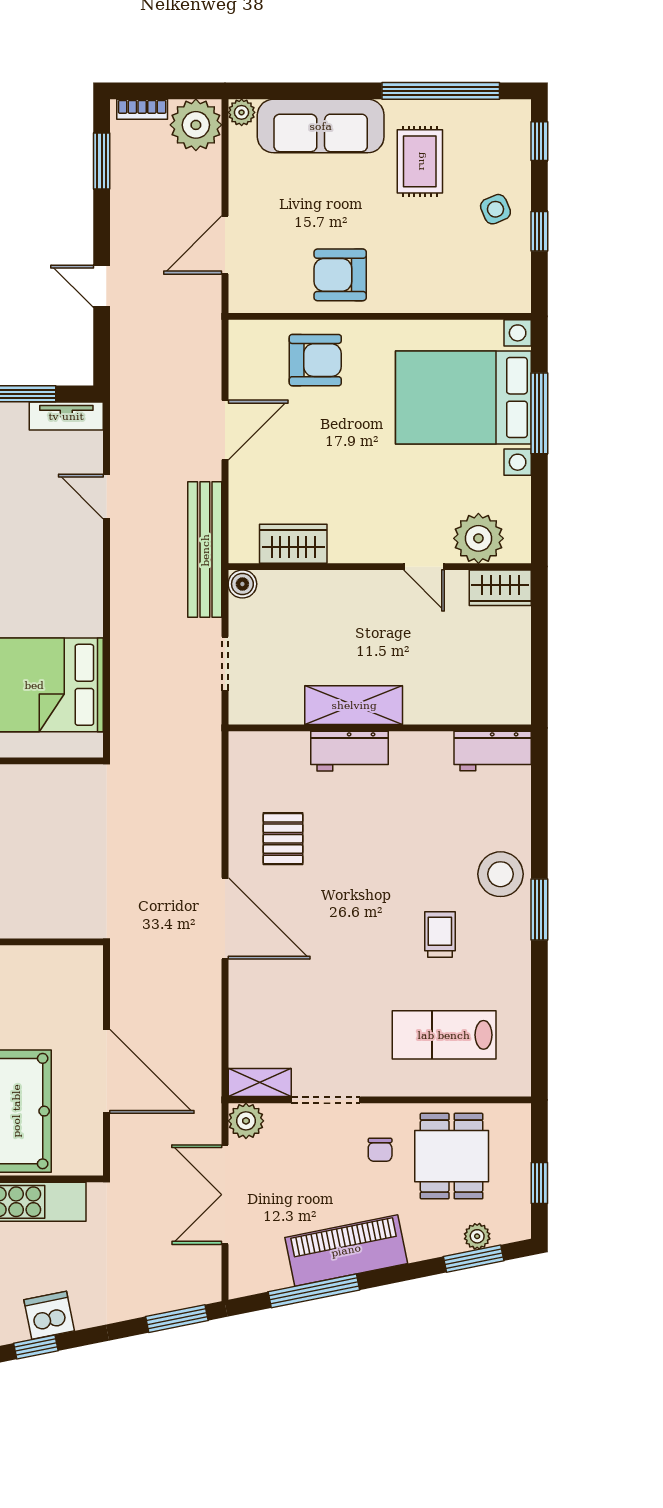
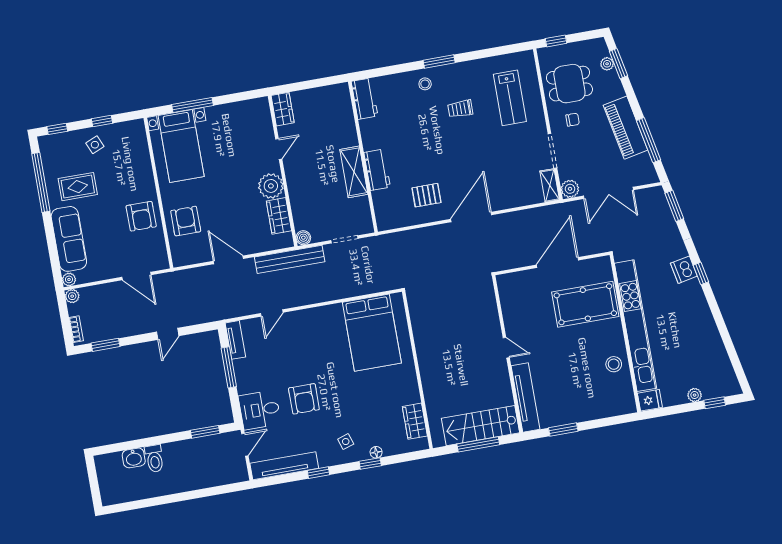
plant: (196, 125) -> (72, 296), width x0.53, depth x0.53
bed with nightstands: (463, 398) -> (181, 146), width x0.73
plant: (478, 538) -> (271, 186), moved
stool: (501, 874) -> (425, 84), width x0.53, depth x0.53
window: (539, 1183) -> (556, 41), moved

